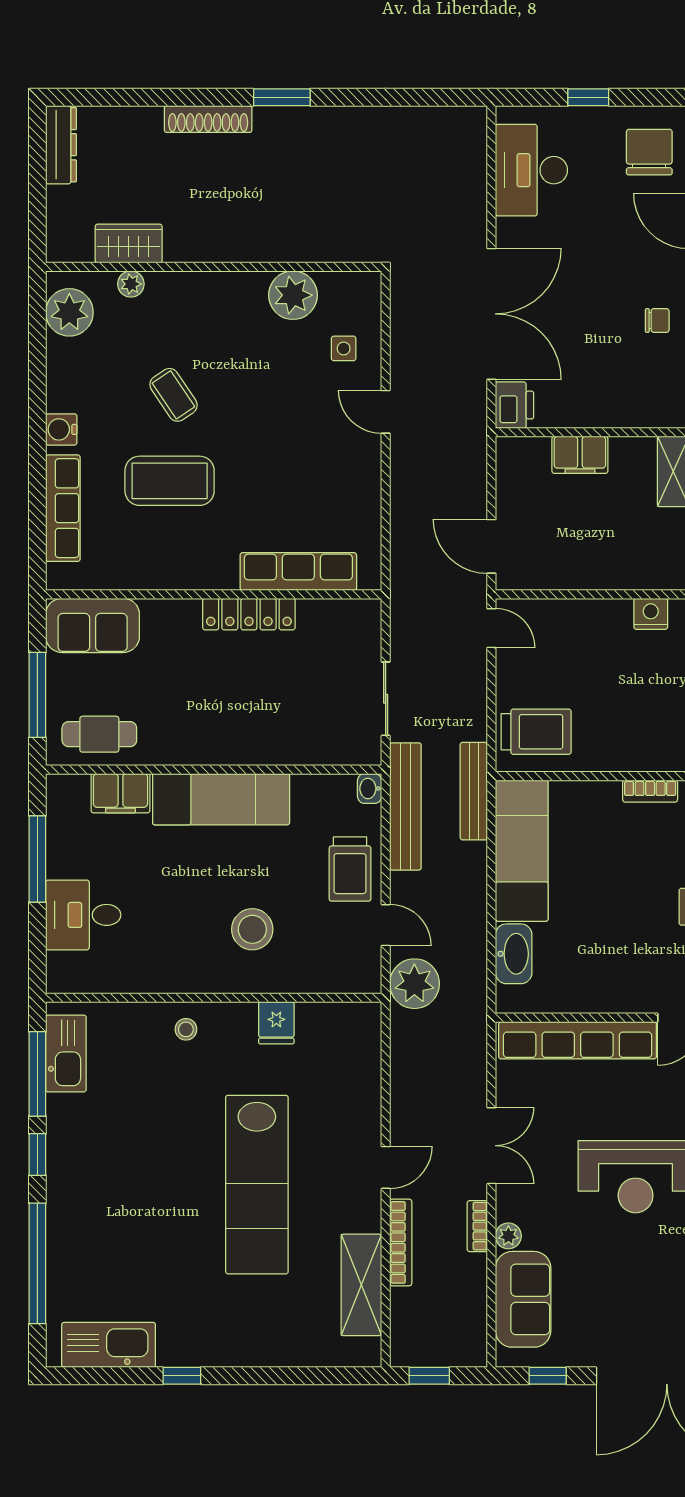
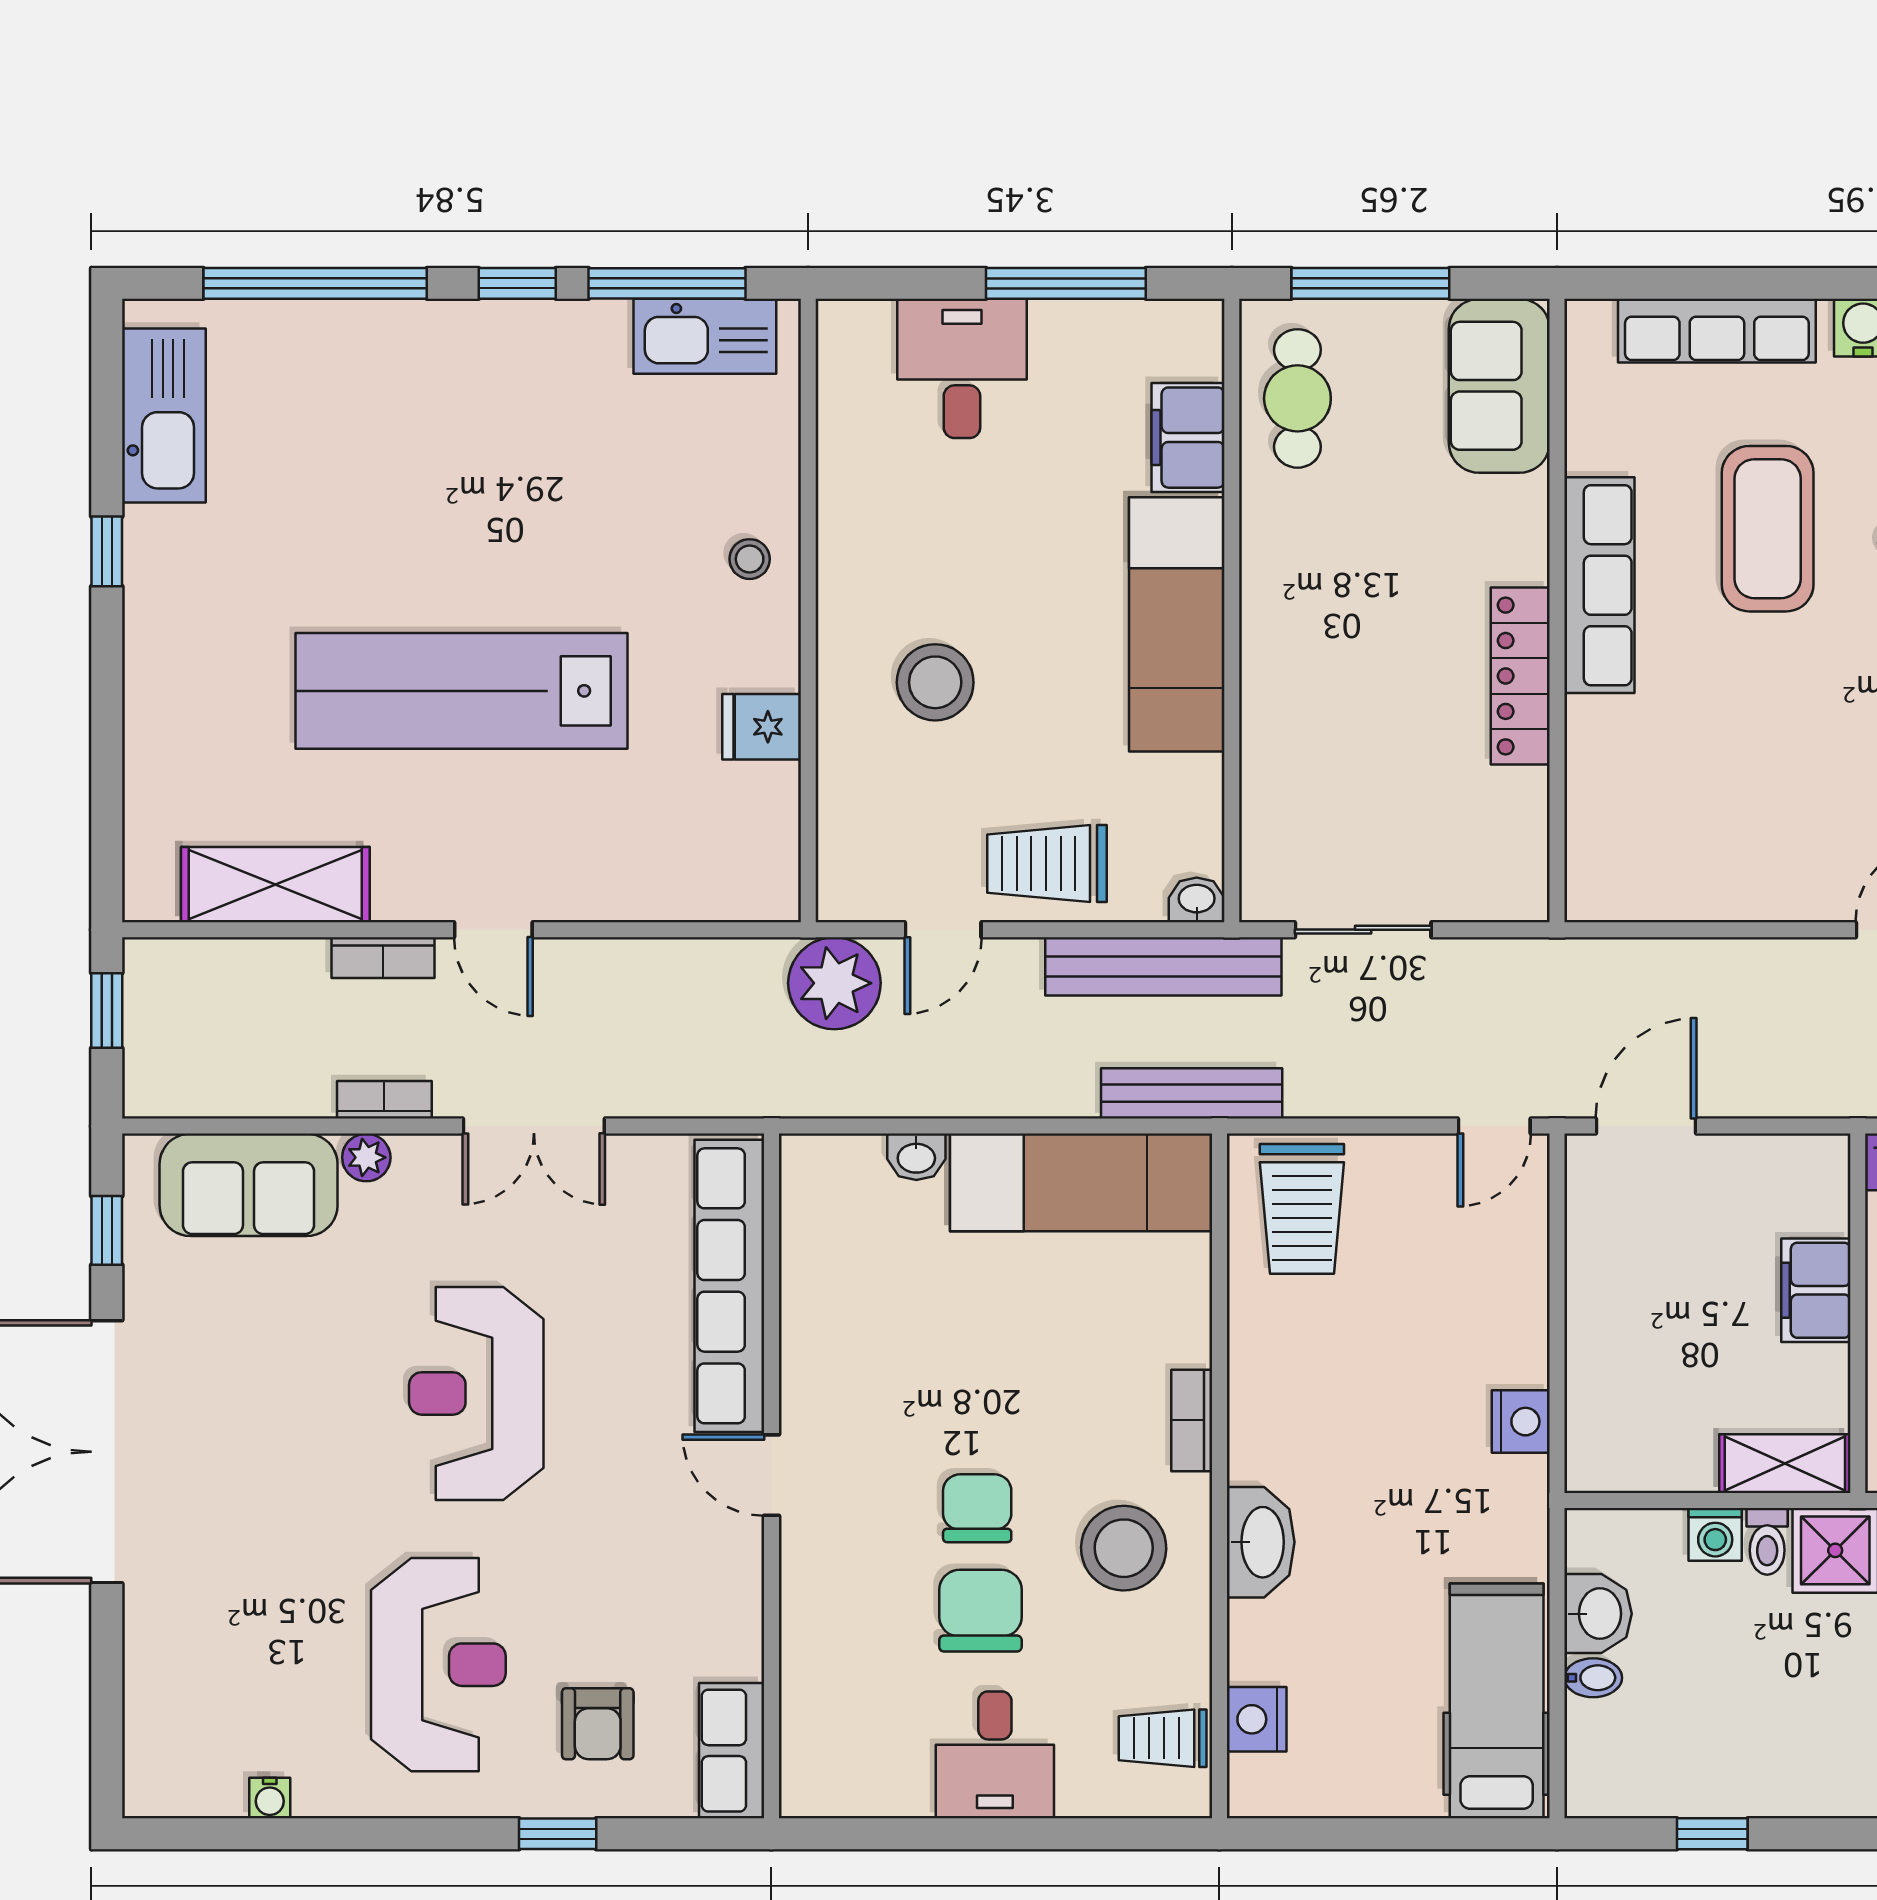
row of seats: (298, 571) -> (1599, 585), moved
washbasin: (514, 954) -> (916, 1157), width x0.52, depth x0.69
bookcase: (401, 1242) -> (383, 958), width x0.64

